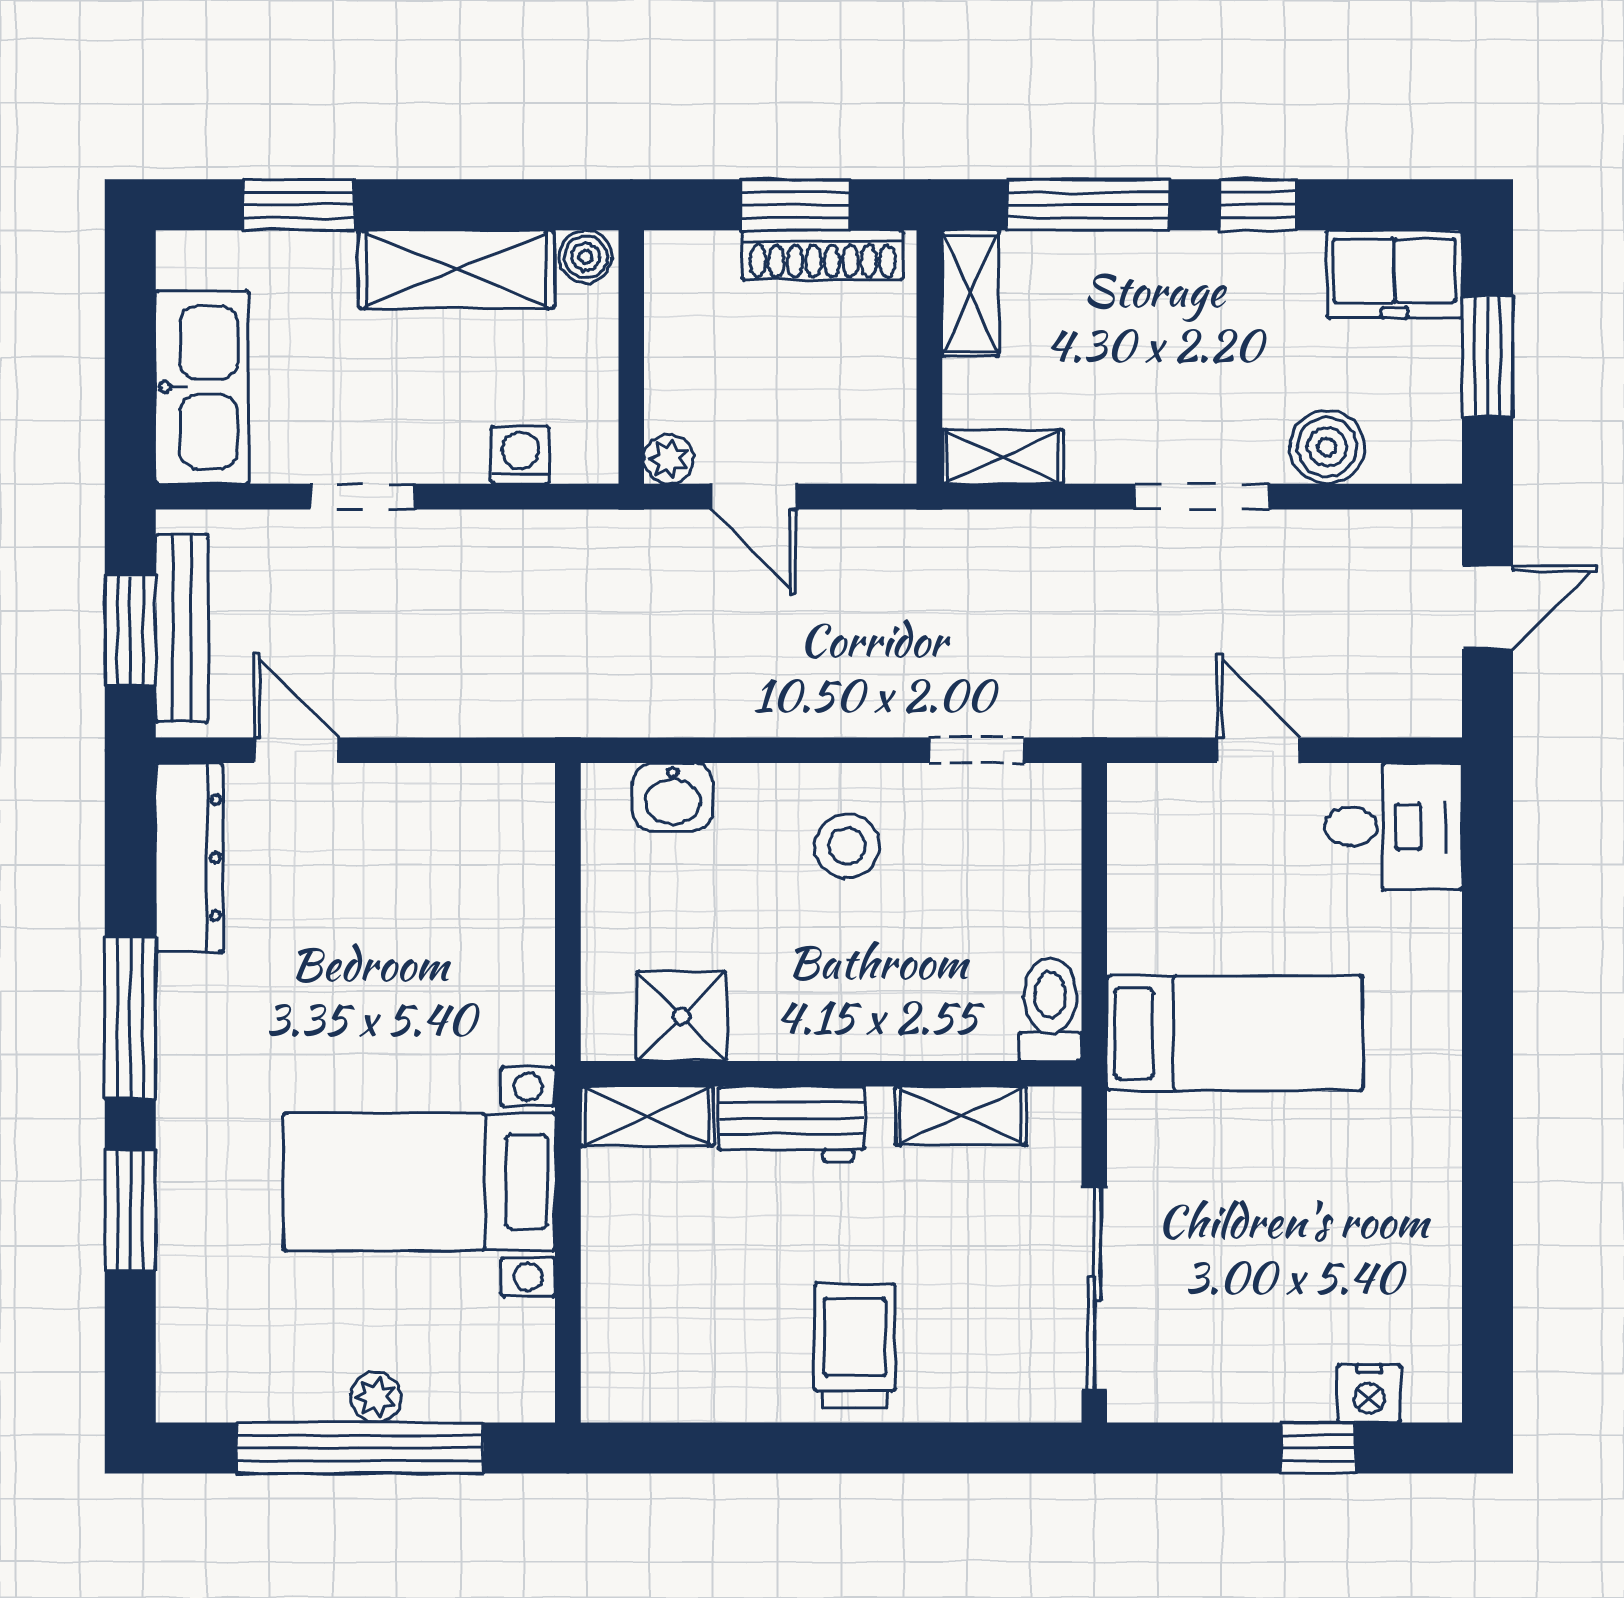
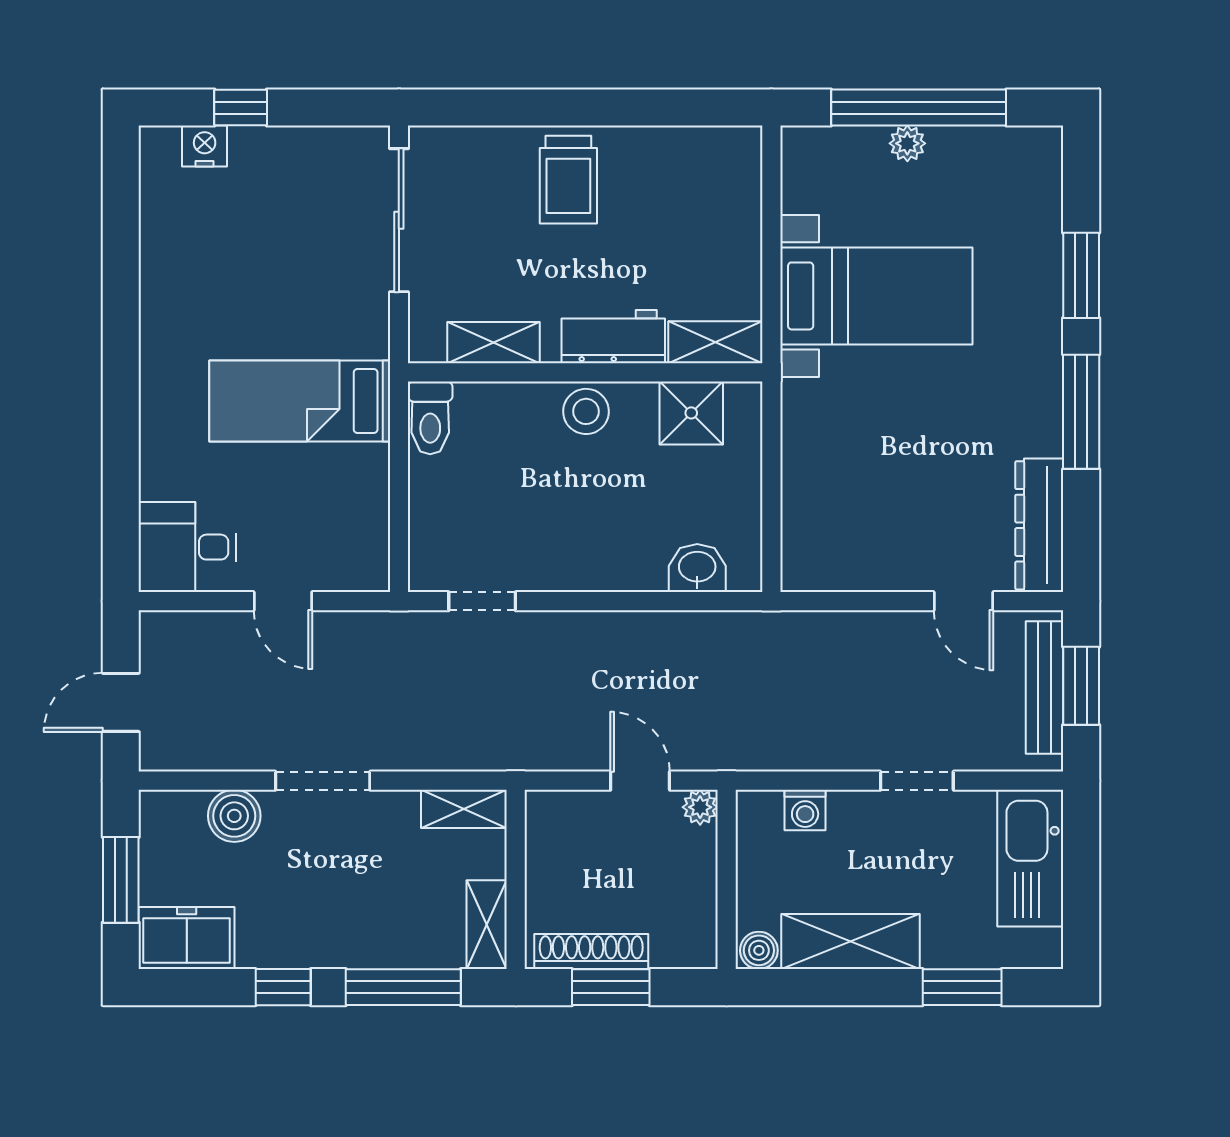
stool: (847, 846) -> (586, 411), moved

